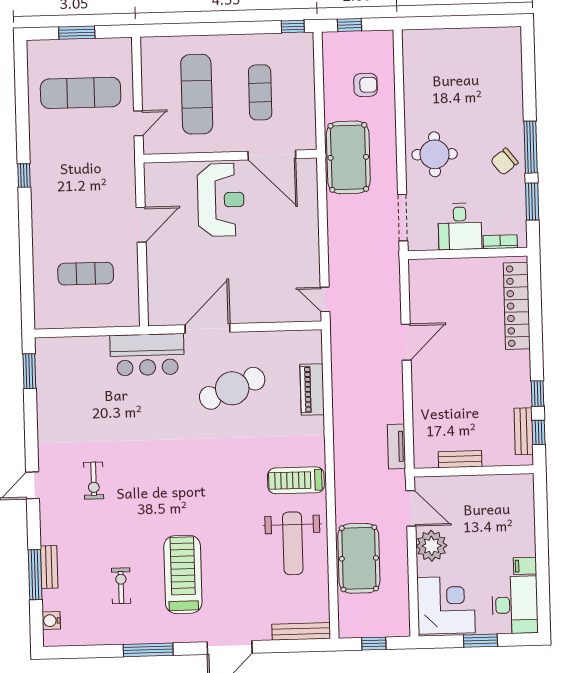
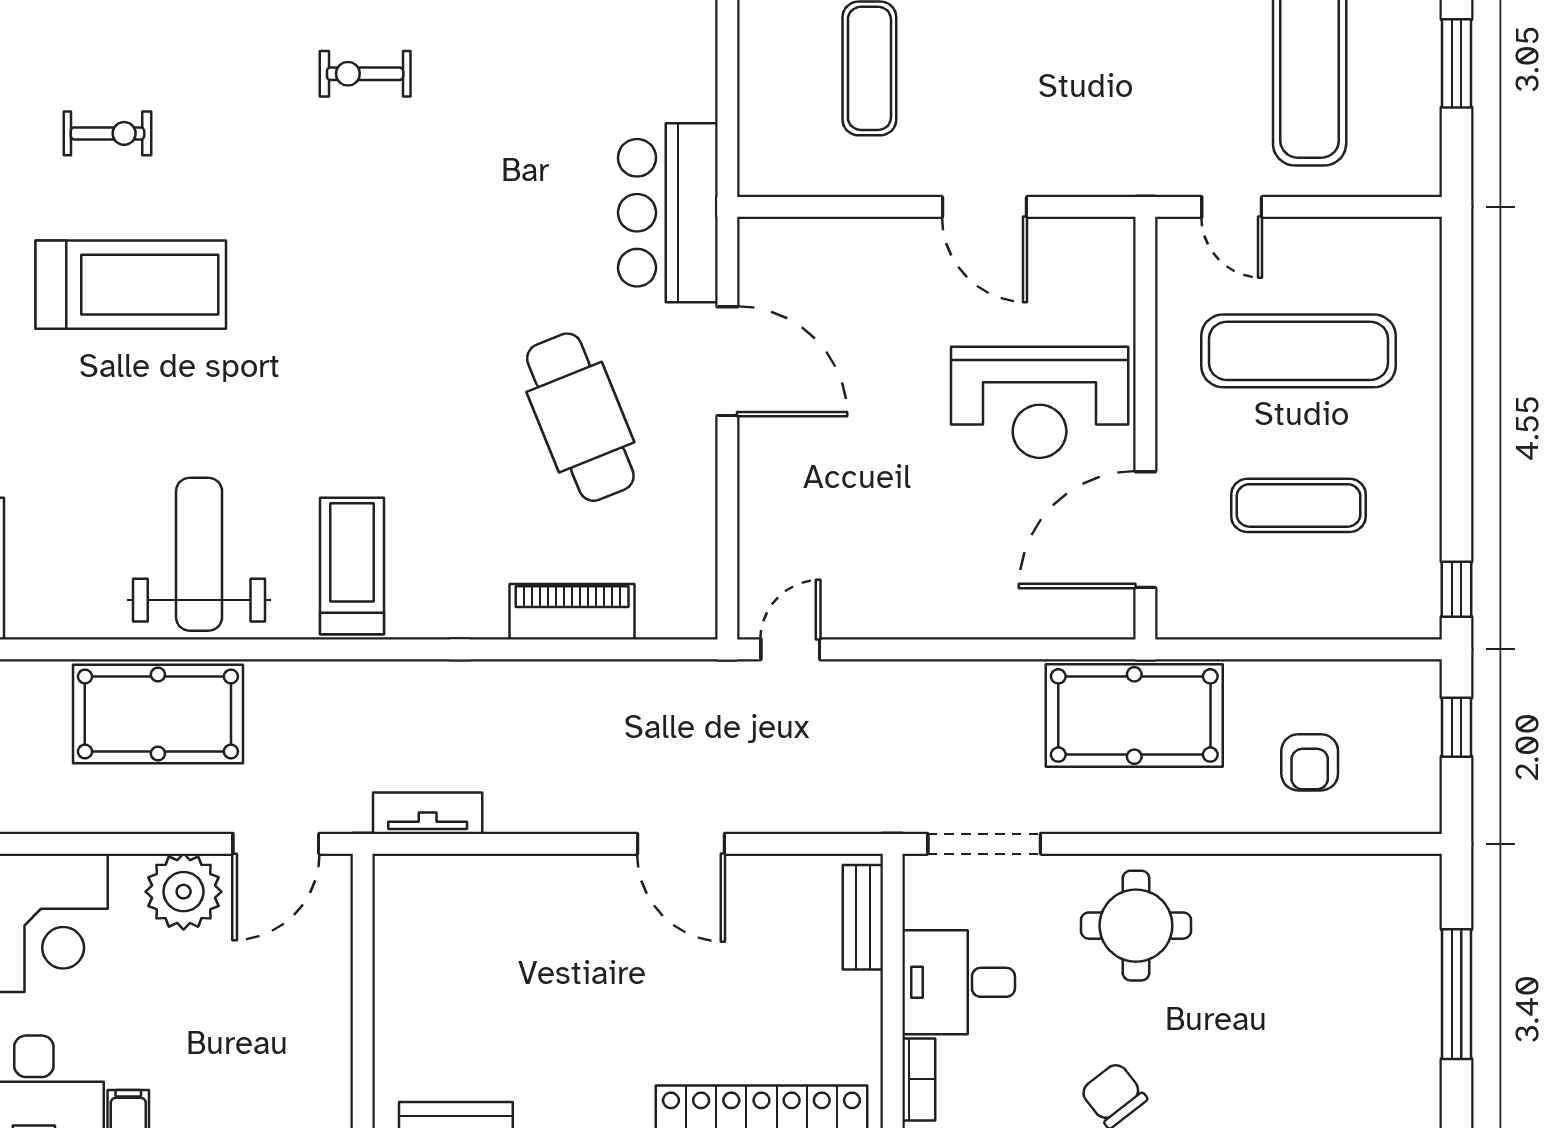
window: (459, 22) -> (1457, 994), added
bench: (460, 459) -> (863, 917), moved
weight bench: (293, 543) -> (199, 554), turned 90

